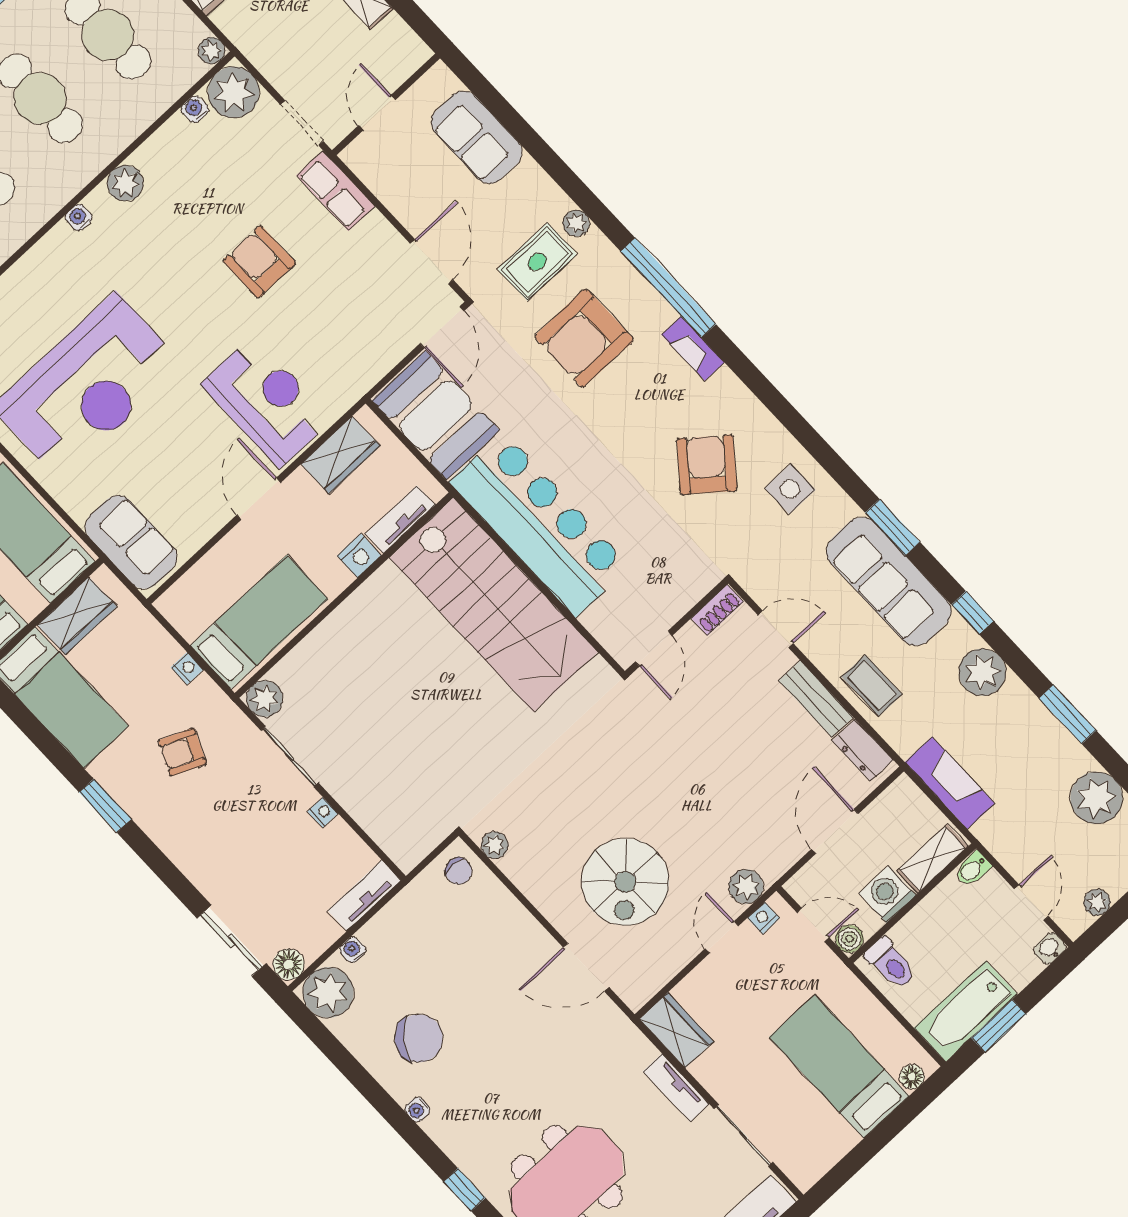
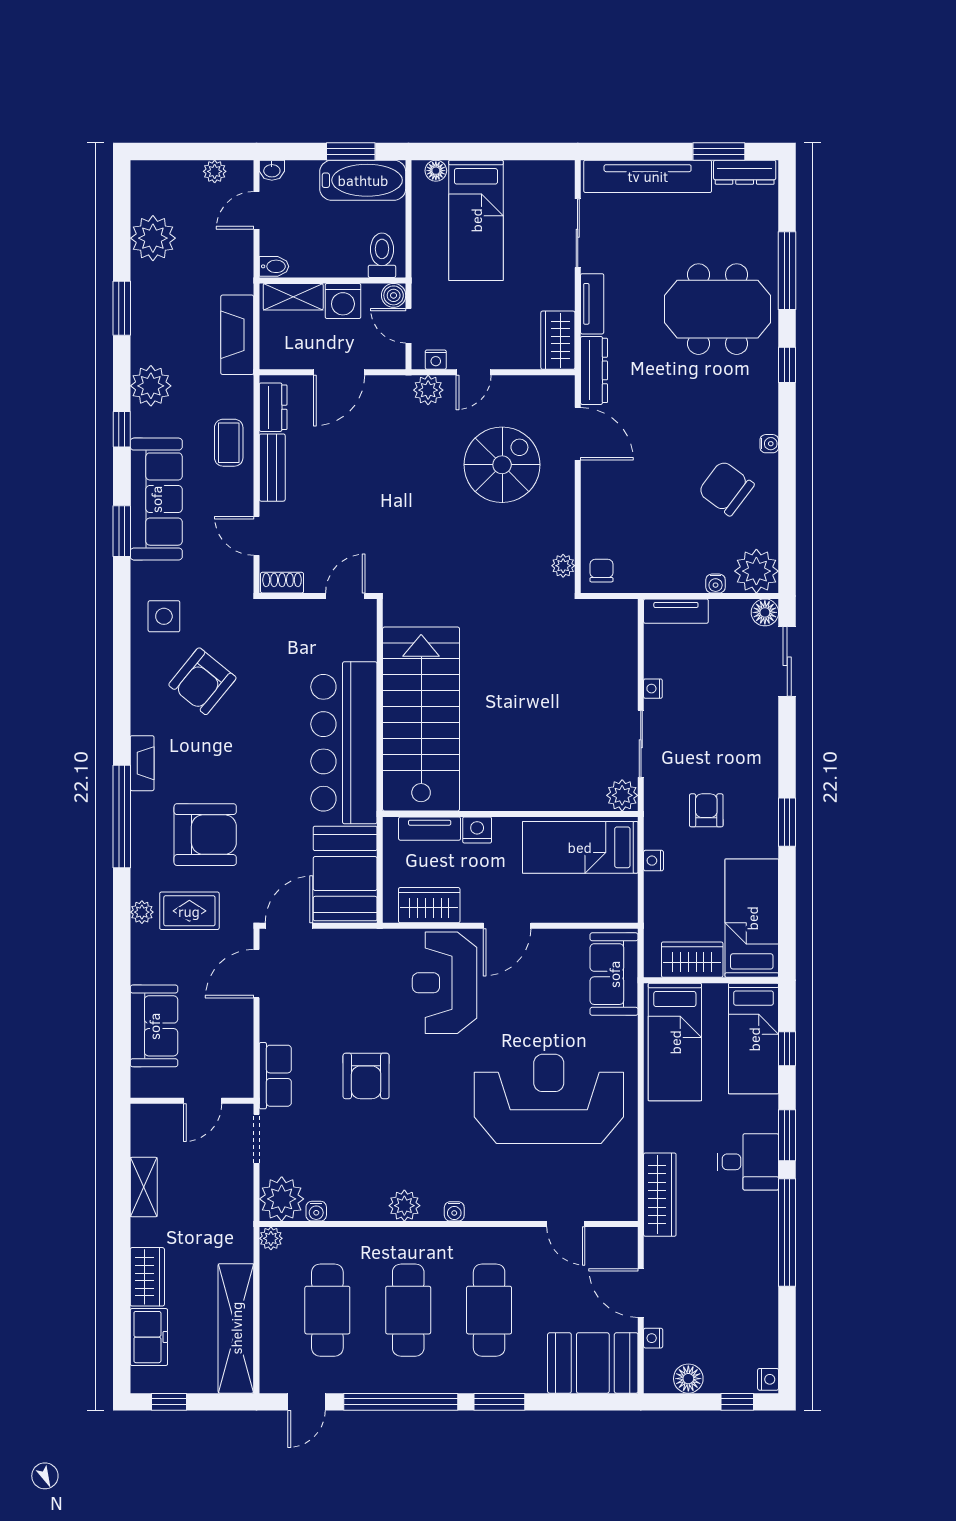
armchair: (182, 752) -> (706, 810), turned -114
dresser: (622, 1033) -> (594, 370), added

